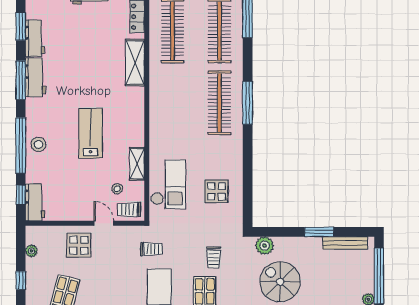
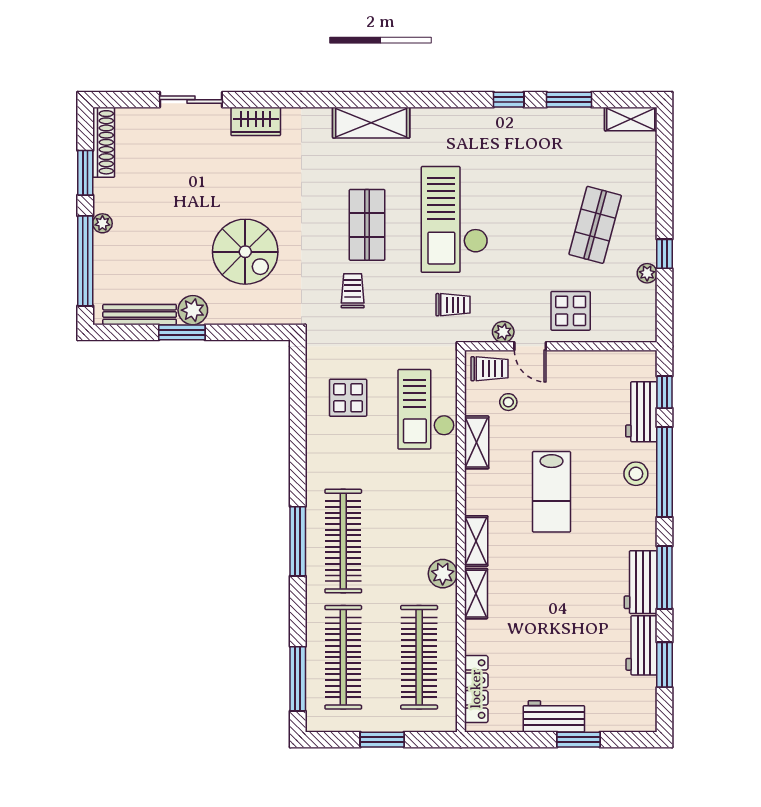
shelving: (135, 63) -> (476, 594), width x0.67, depth x0.75
plant: (158, 83) -> (443, 574), added
shelving: (137, 103) -> (476, 541), added
workbench: (35, 202) -> (641, 412), moved
plant: (120, 232) -> (503, 332), added
plant: (265, 246) -> (193, 310), moved
trolley: (151, 249) -> (453, 305), turned 180
plant: (31, 251) -> (647, 273), moved

